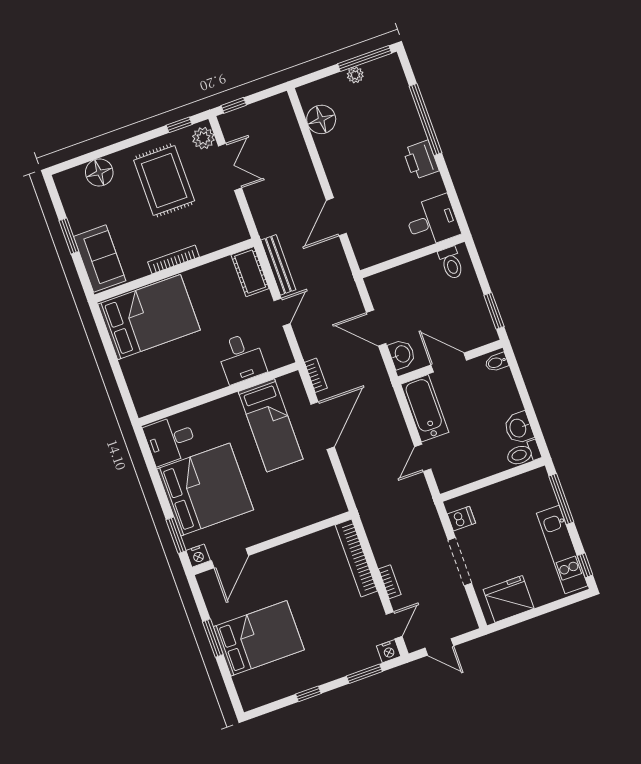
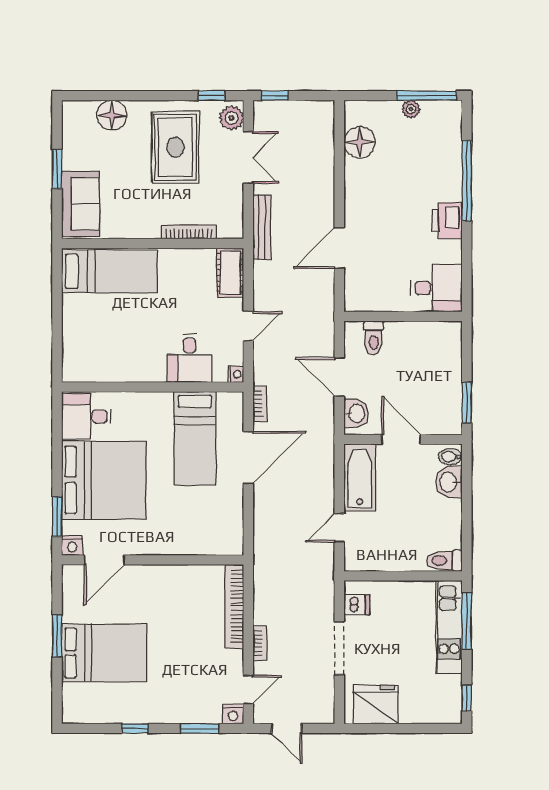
bookcase: (174, 259) -> (189, 232), moved
toilet: (451, 263) -> (374, 338), moved
bench: (278, 265) -> (262, 227), moved
bed: (149, 317) -> (110, 271), width x0.67
nightstand: (286, 357) -> (236, 374), added
washbasin: (519, 428) -> (449, 482), moved
kitchen unit: (562, 550) -> (449, 627), moved

